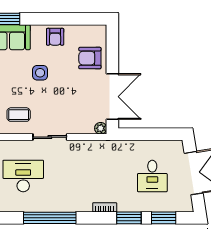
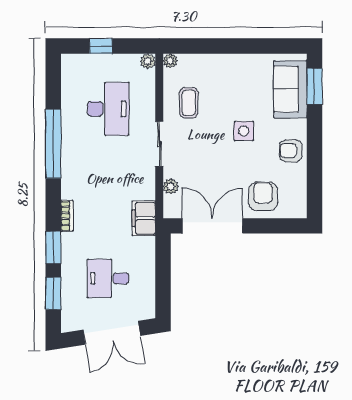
double door: (112, 97) -> (212, 226), swing flipped
plant: (101, 128) -> (171, 186), moved
filing cabinet: (107, 149) -> (144, 218), added

